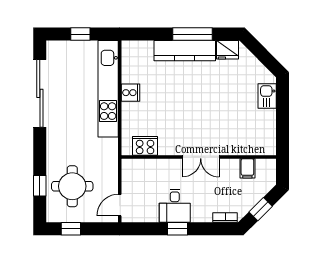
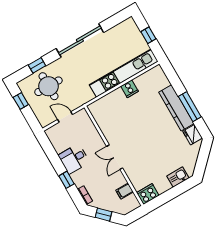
sliding door: (40, 93) -> (80, 40), moved
cooker: (145, 146) -> (148, 194), moved, turned -90
door: (120, 205) -> (65, 117), moved
window: (177, 229) -> (67, 180), moved

